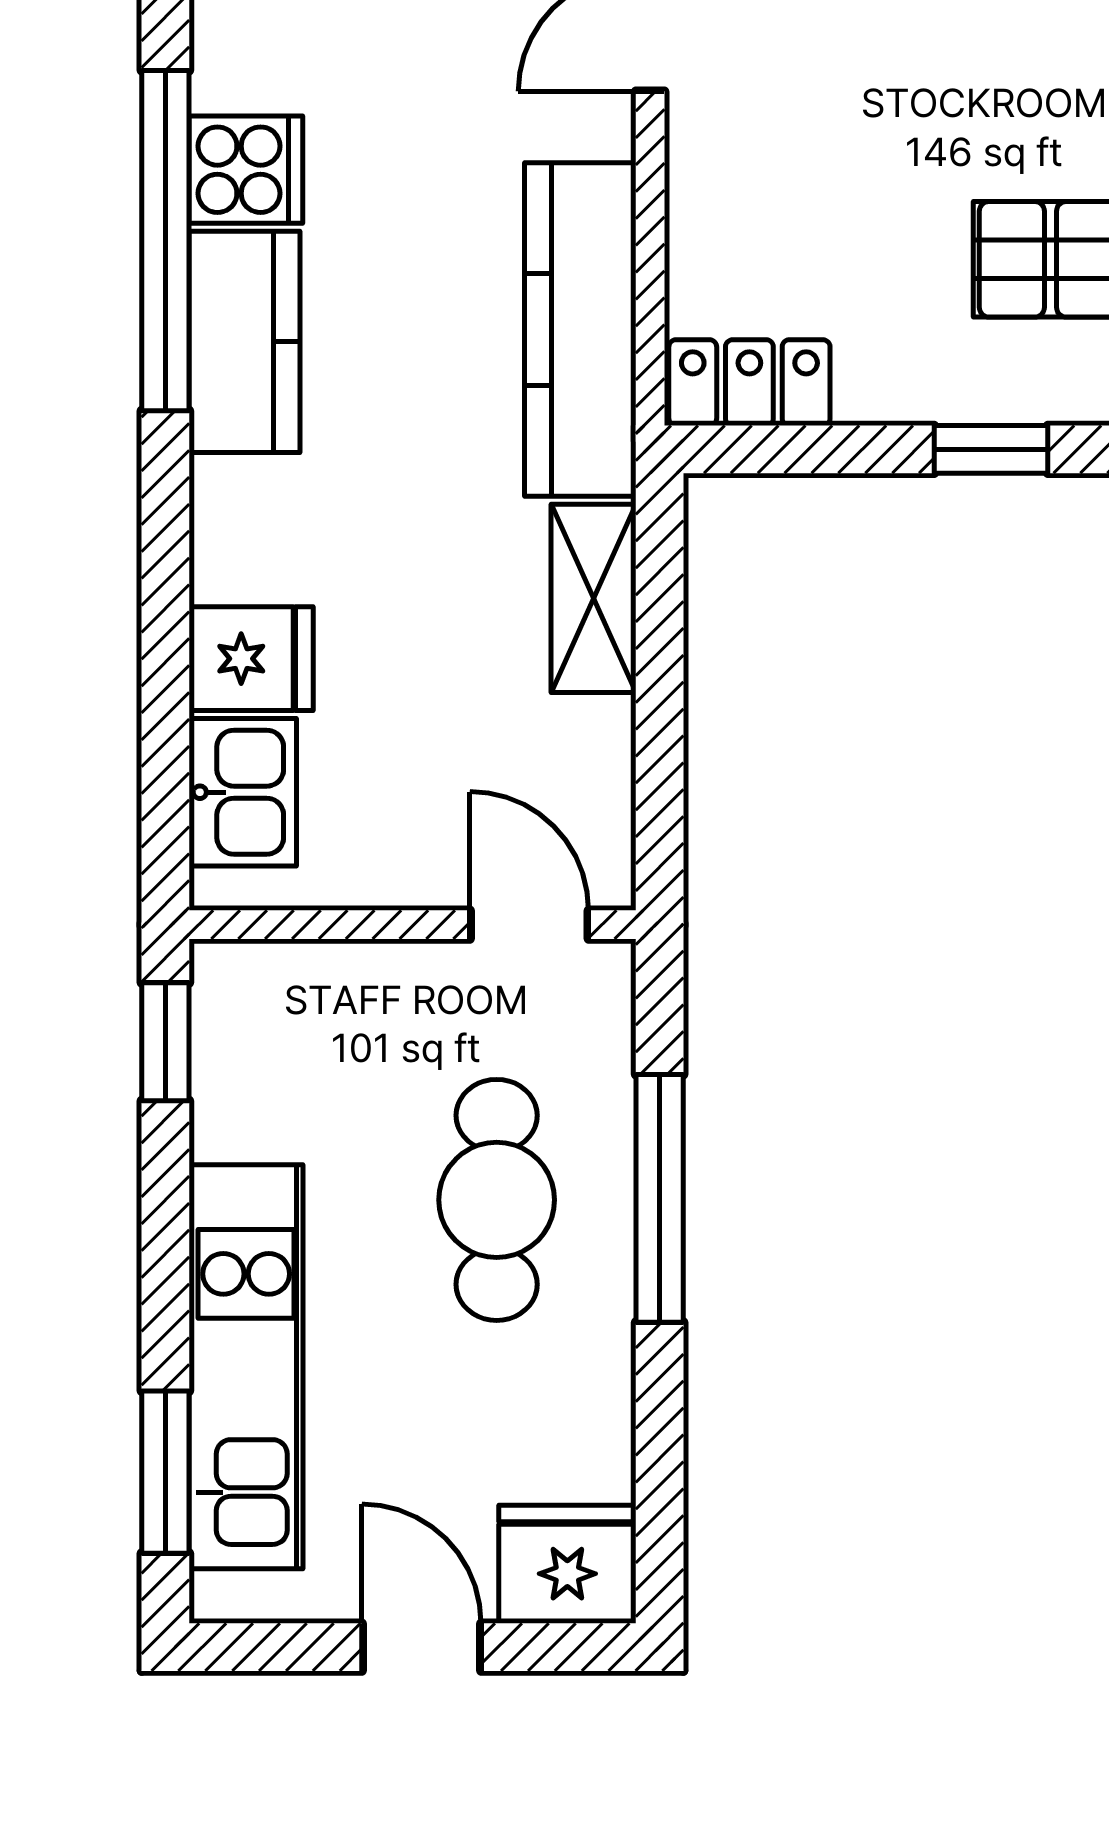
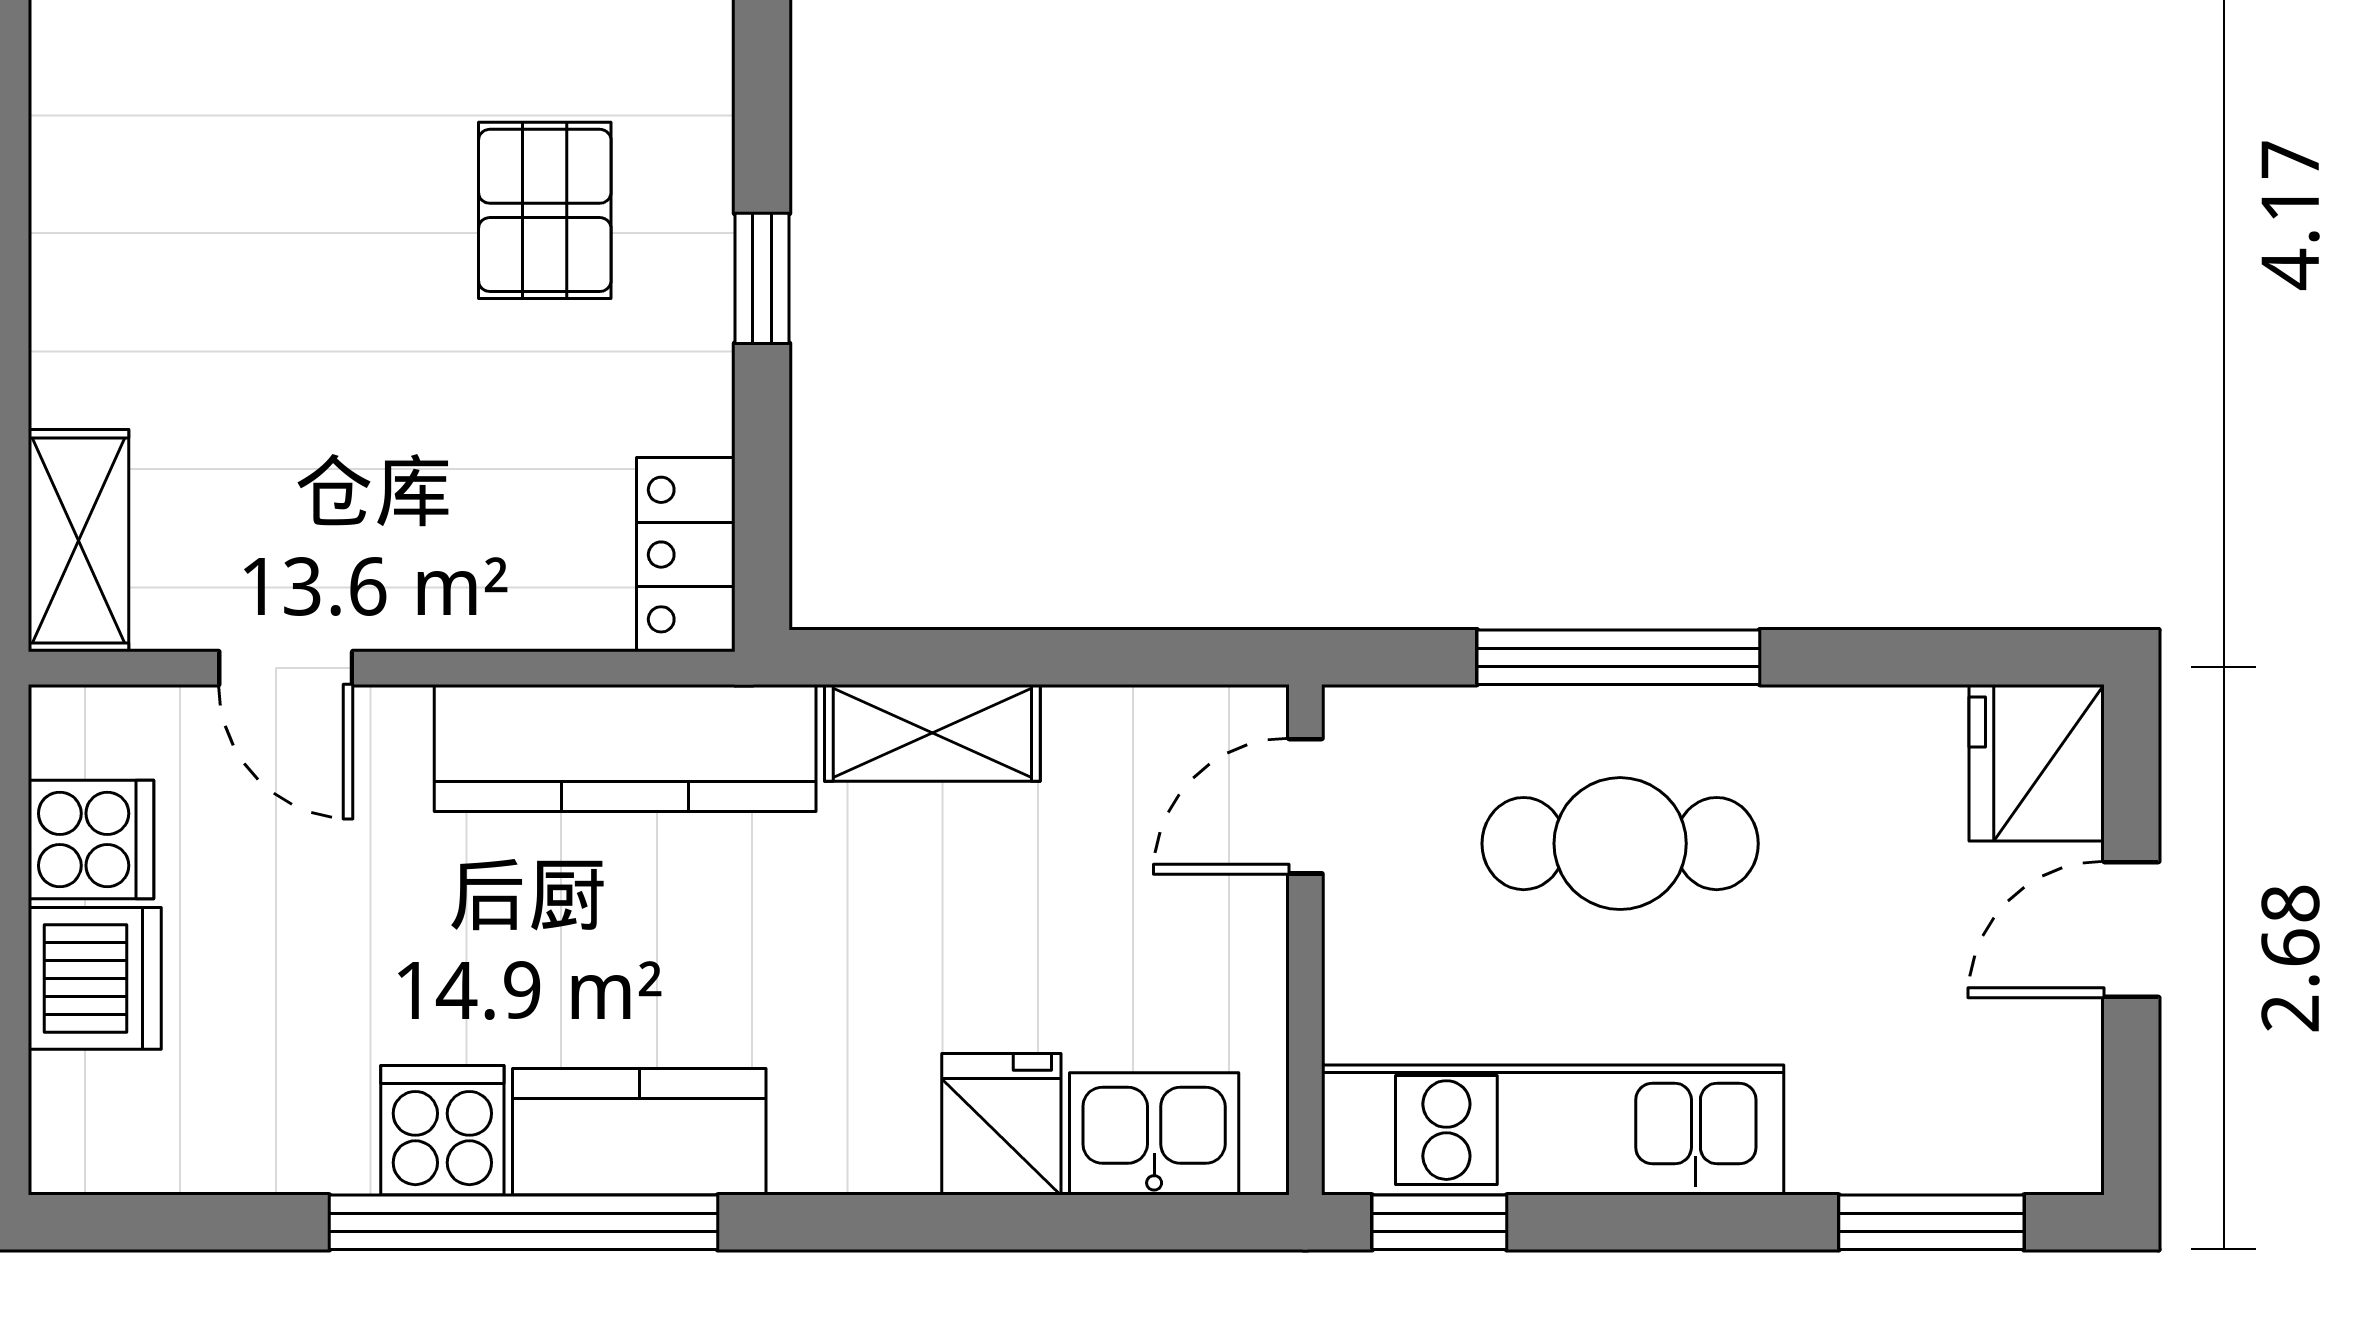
kitchen unit: (246, 1367) -> (1553, 1130), moved

